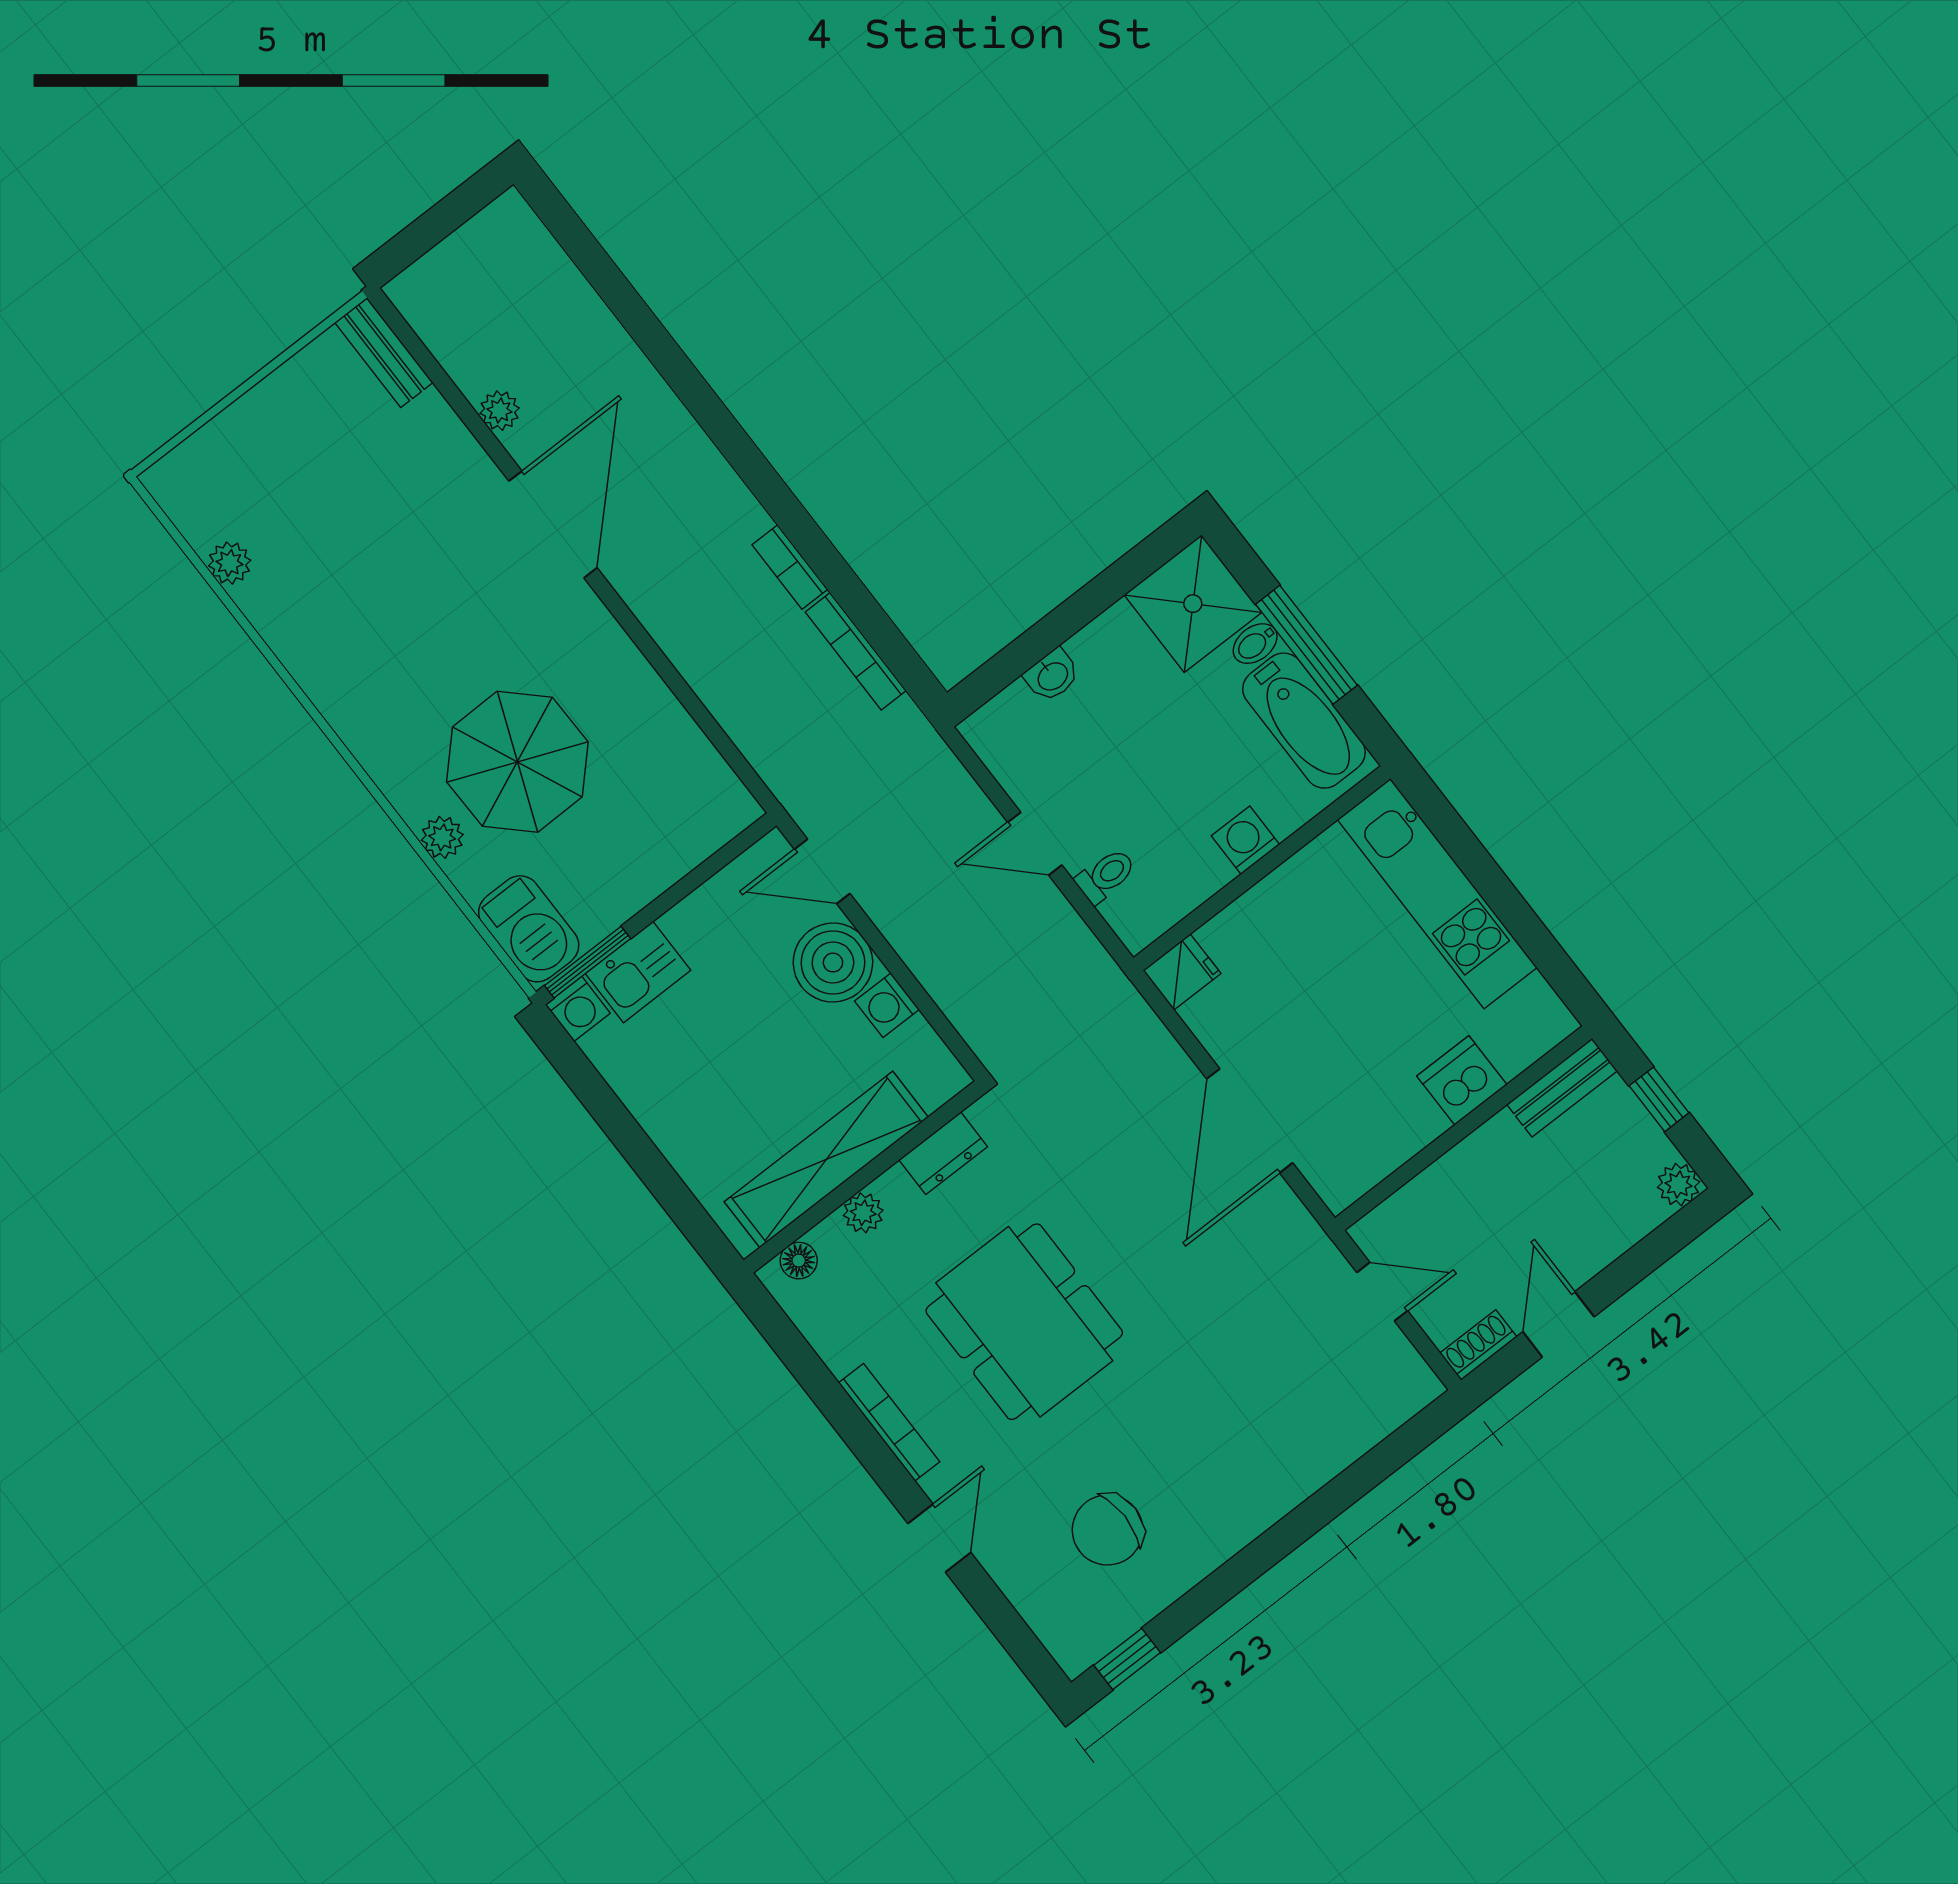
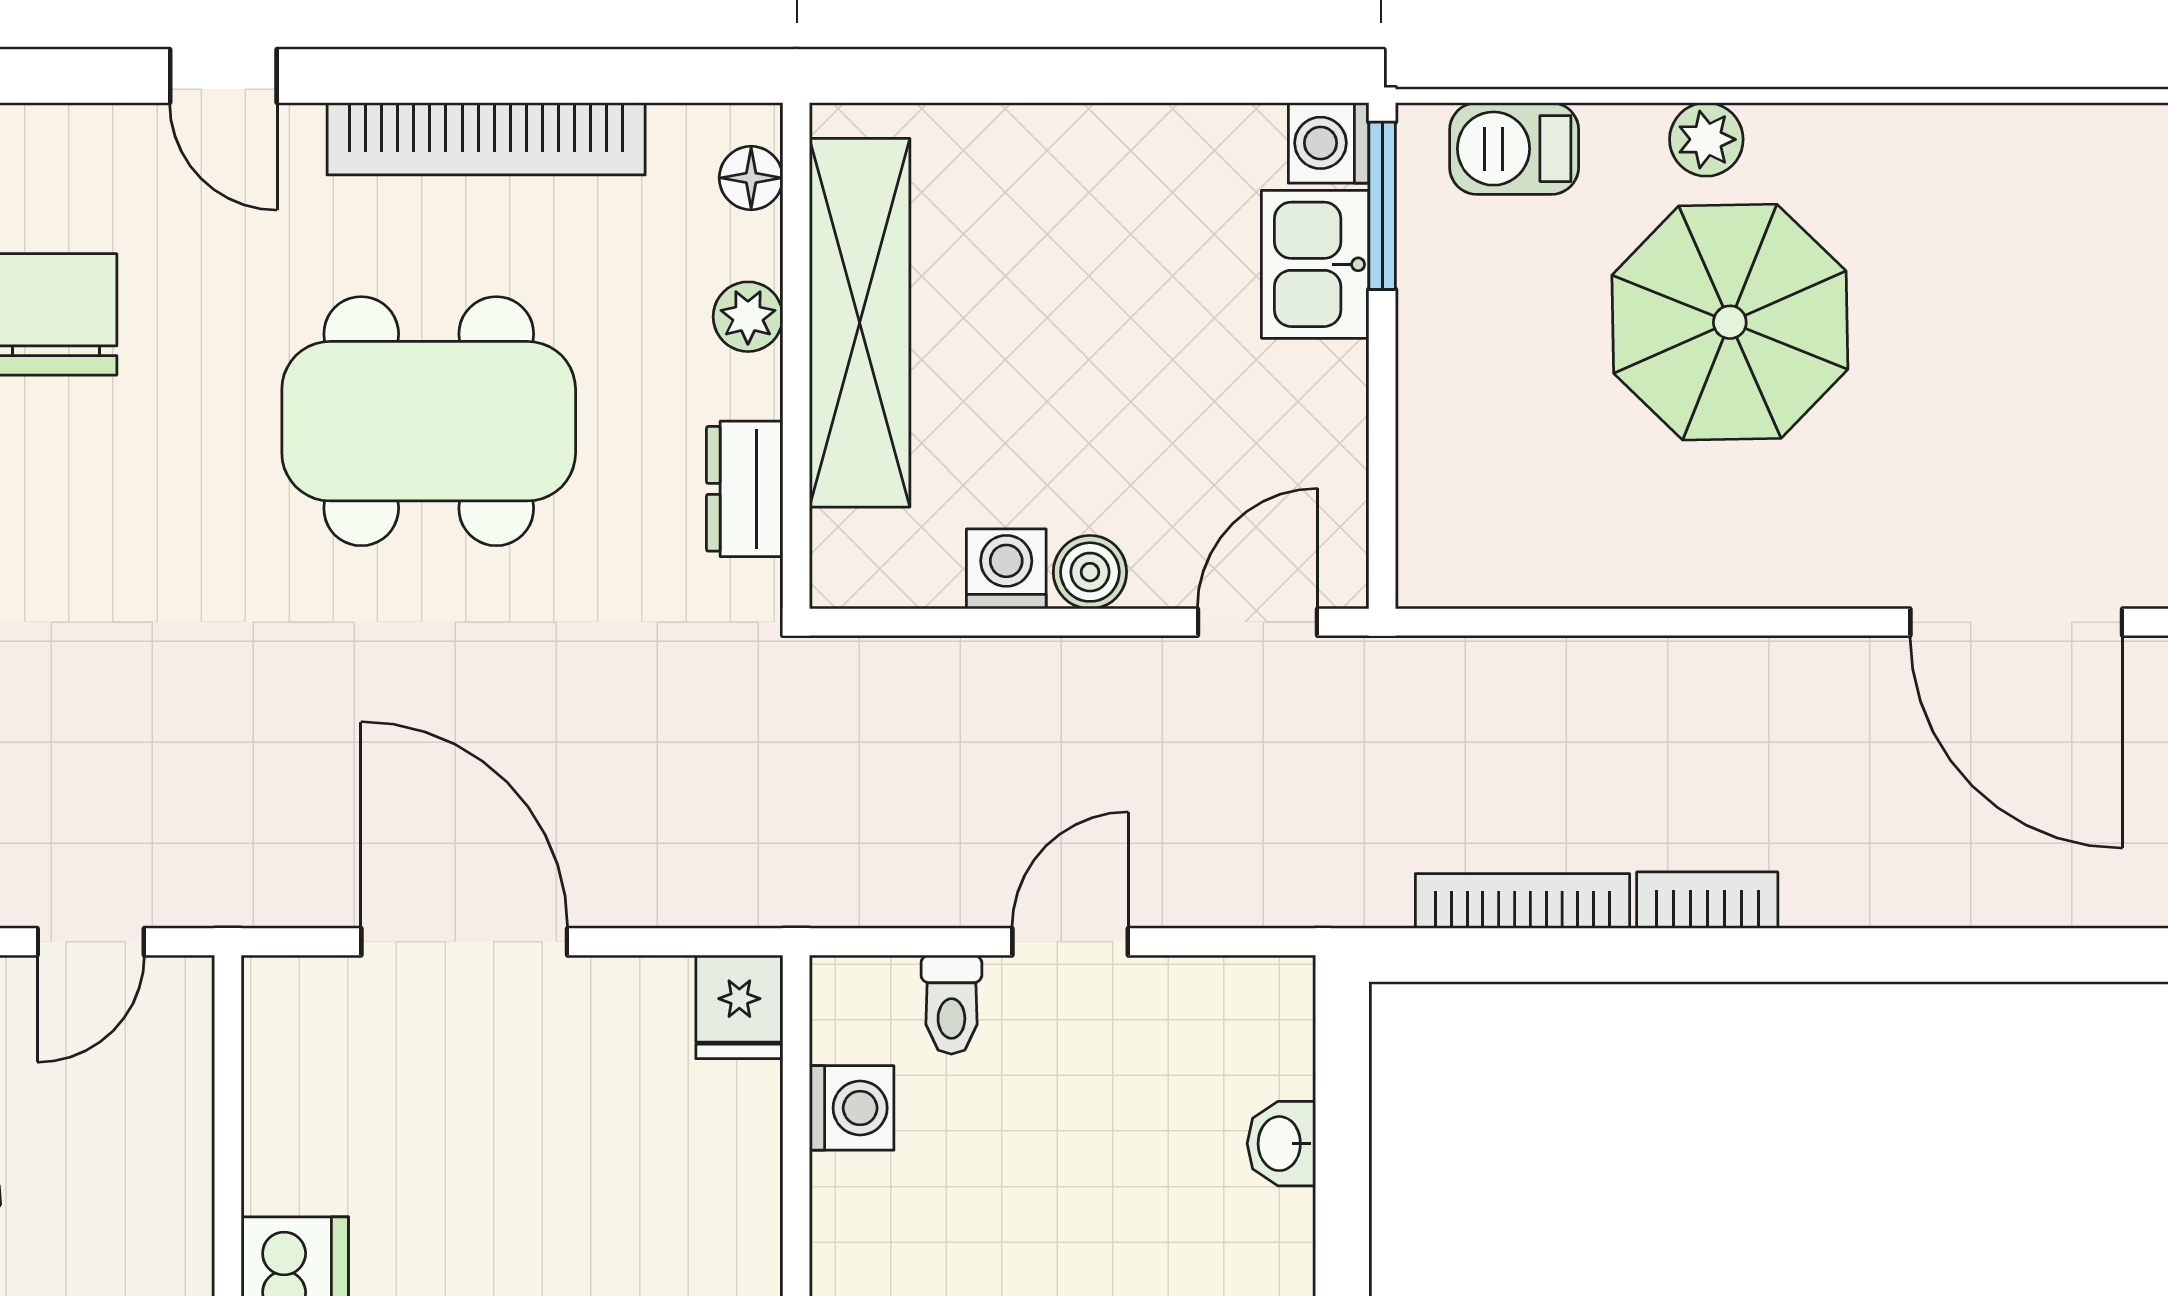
washing machine: (1245, 840) -> (852, 1108), moved
barbecue: (529, 929) -> (1514, 149), width x0.73, depth x0.79
boiler: (833, 962) -> (1090, 572), width x0.54, depth x0.54
bookcase: (889, 1422) -> (486, 139), width x1.48, depth x1.31

